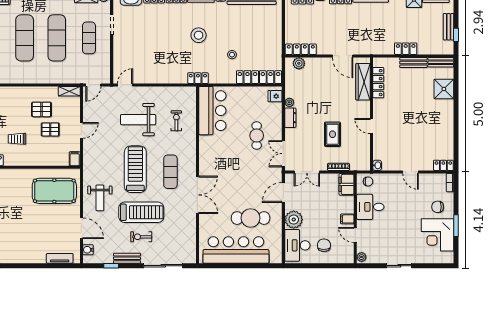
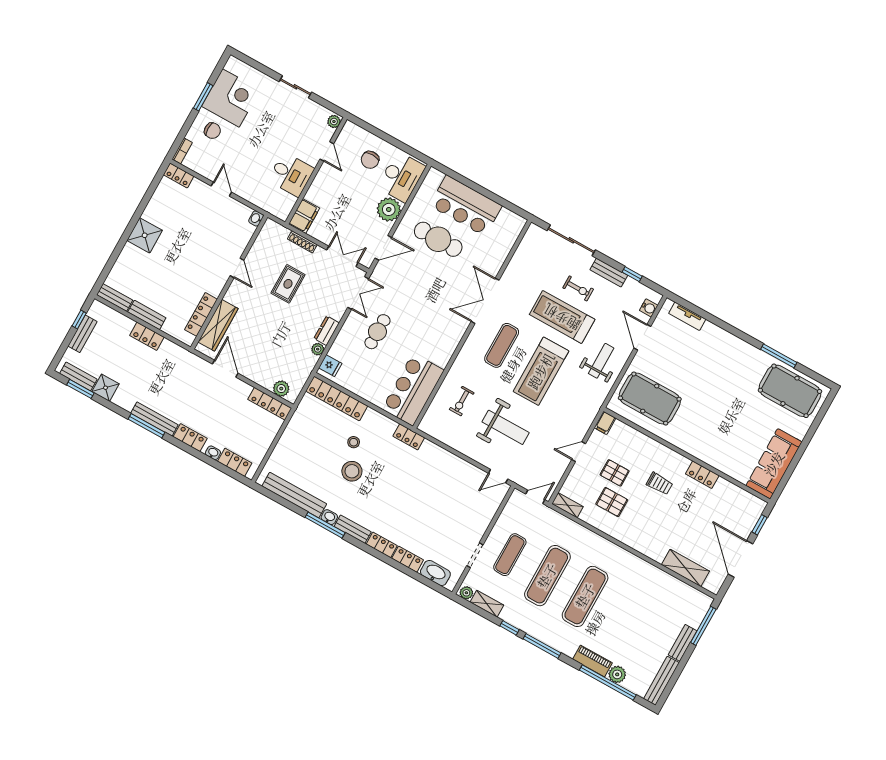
stool: (199, 35) -> (352, 471), moved
shower: (444, 89) -> (145, 235), moved
chair: (368, 181) -> (277, 206), removed
filing cabinet: (347, 219) -> (326, 175), removed
bar counter: (236, 250) -> (466, 206), width x0.73

